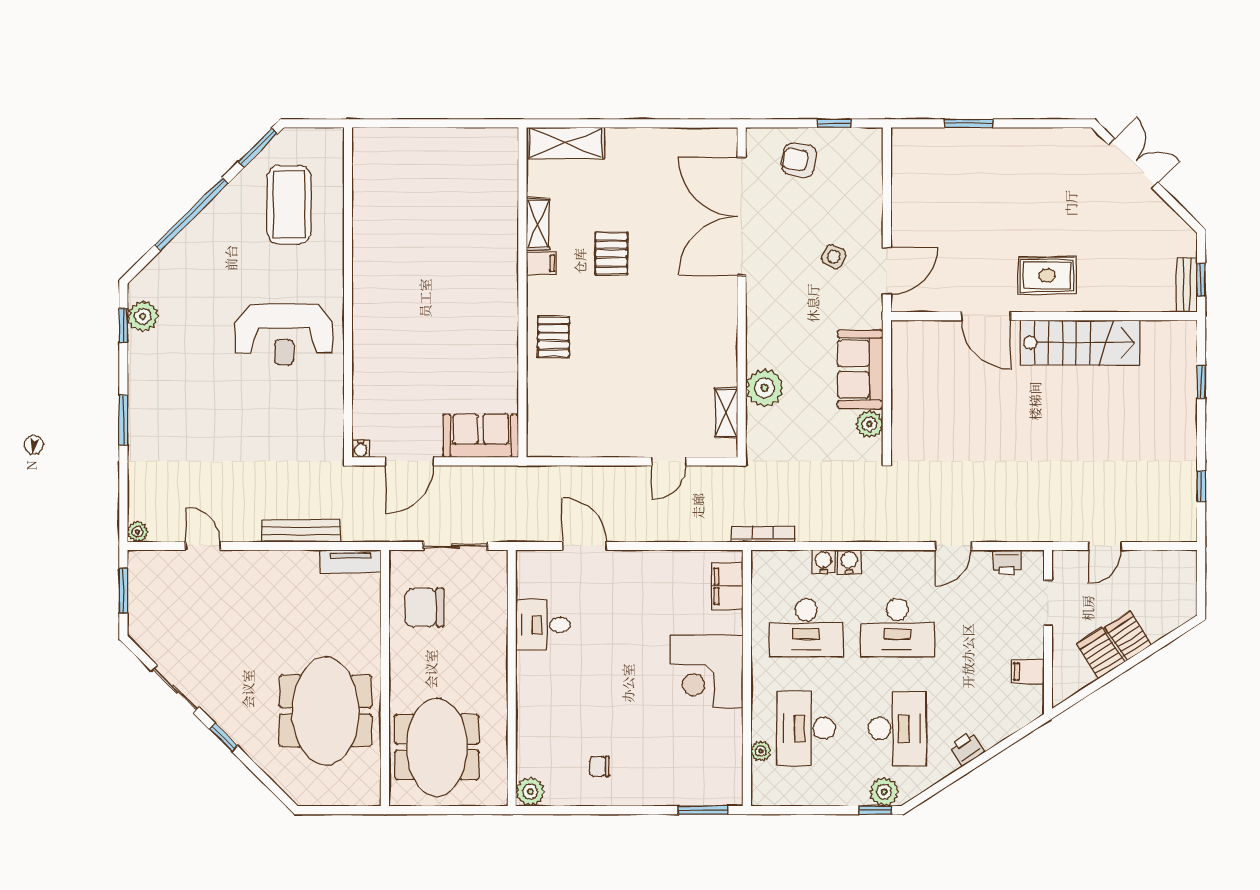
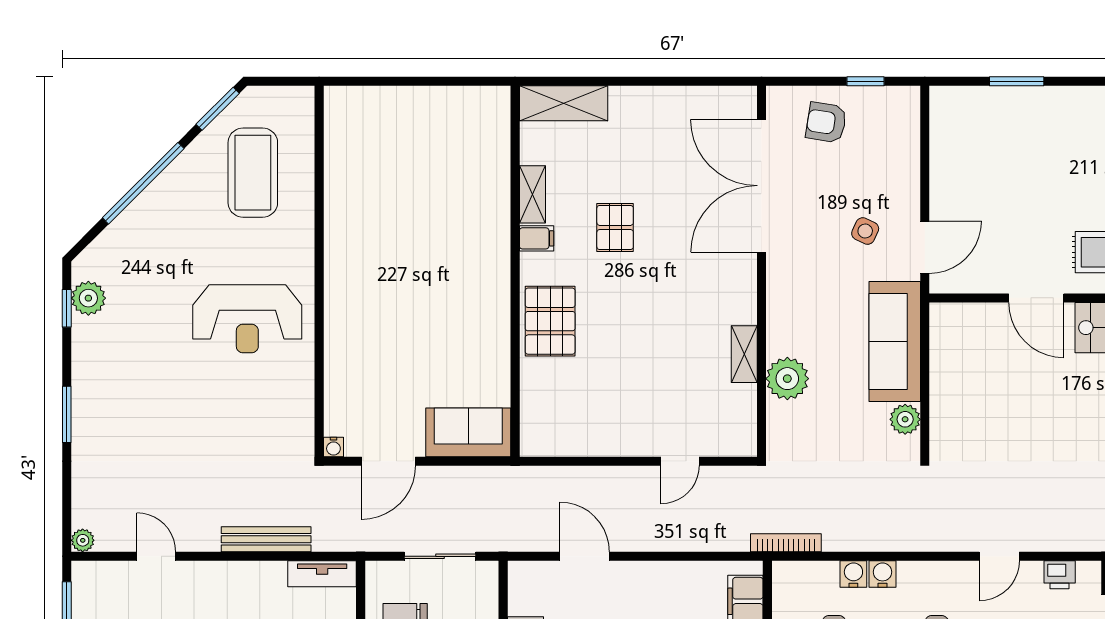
pallet: (554, 337) -> (550, 321), width x1.50, depth x1.42
sofa: (860, 369) -> (895, 342), width x1.36
shelving: (726, 413) -> (744, 354), moved

